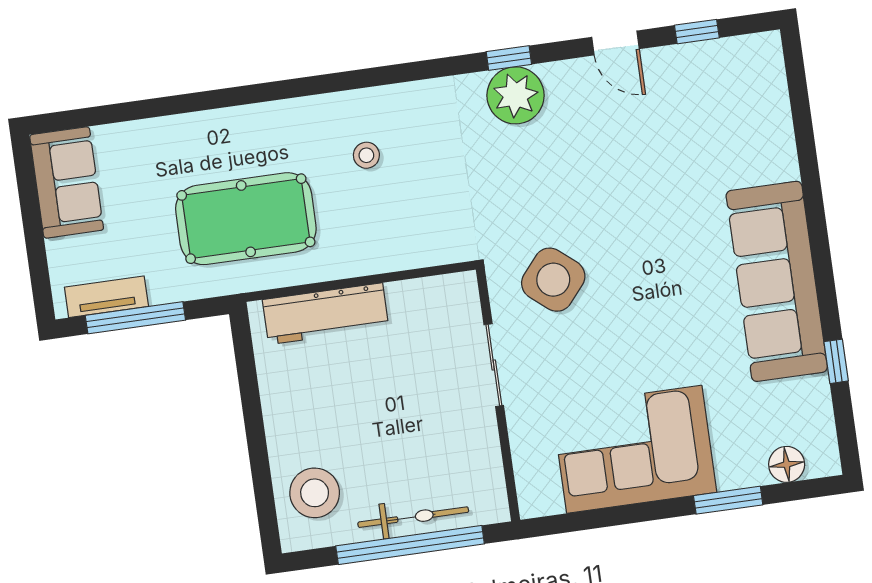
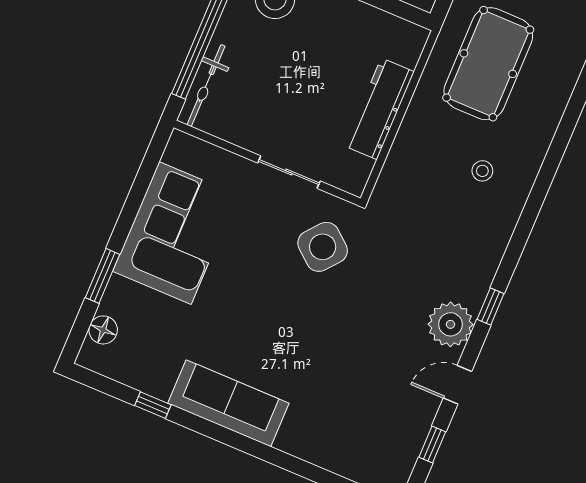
plant: (516, 95) -> (450, 324), moved
sofa: (777, 281) -> (228, 403), width x0.74, depth x0.79
workbench: (326, 314) -> (379, 109), moved
bicycle: (413, 517) -> (206, 86), moved

